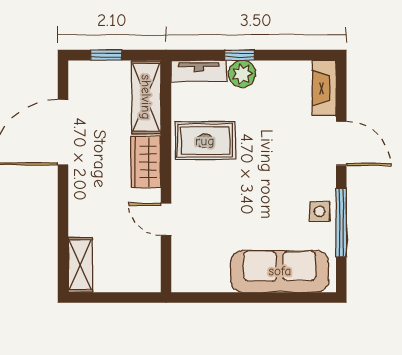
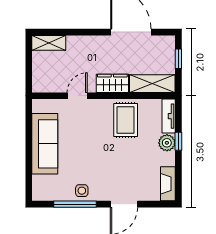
fireplace: (324, 88) -> (168, 184), moved, turned -90
sofa: (280, 271) -> (45, 144), moved

